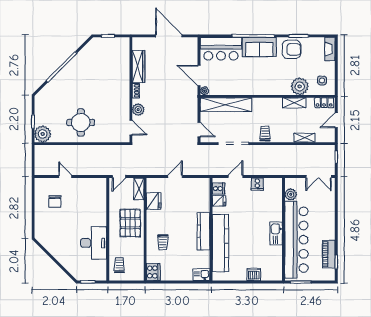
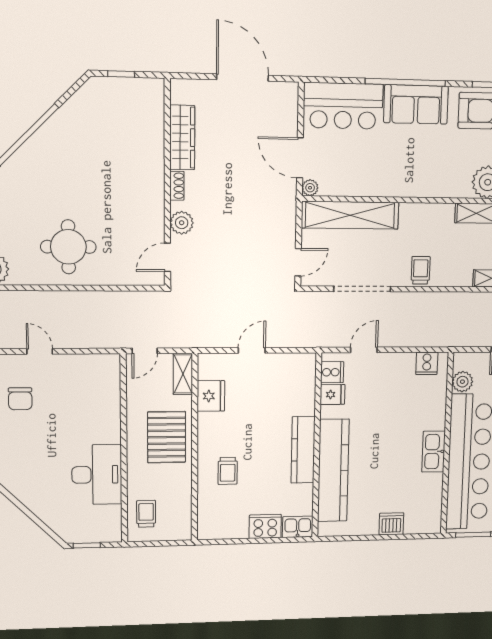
door: (131, 128) -> (167, 257), swing flipped
door: (199, 130) -> (298, 262), hinge flipped
cooker: (257, 184) -> (427, 363), moved
cooker: (153, 272) -> (265, 526), moved, turned -90

